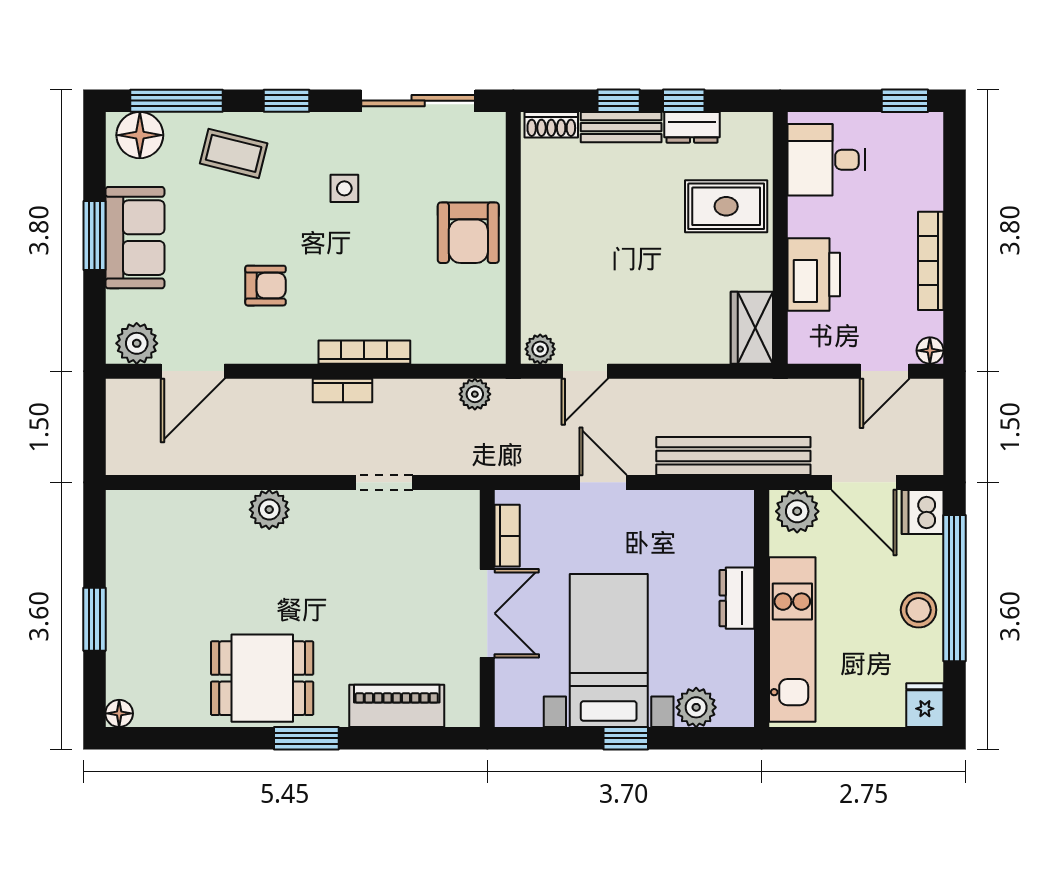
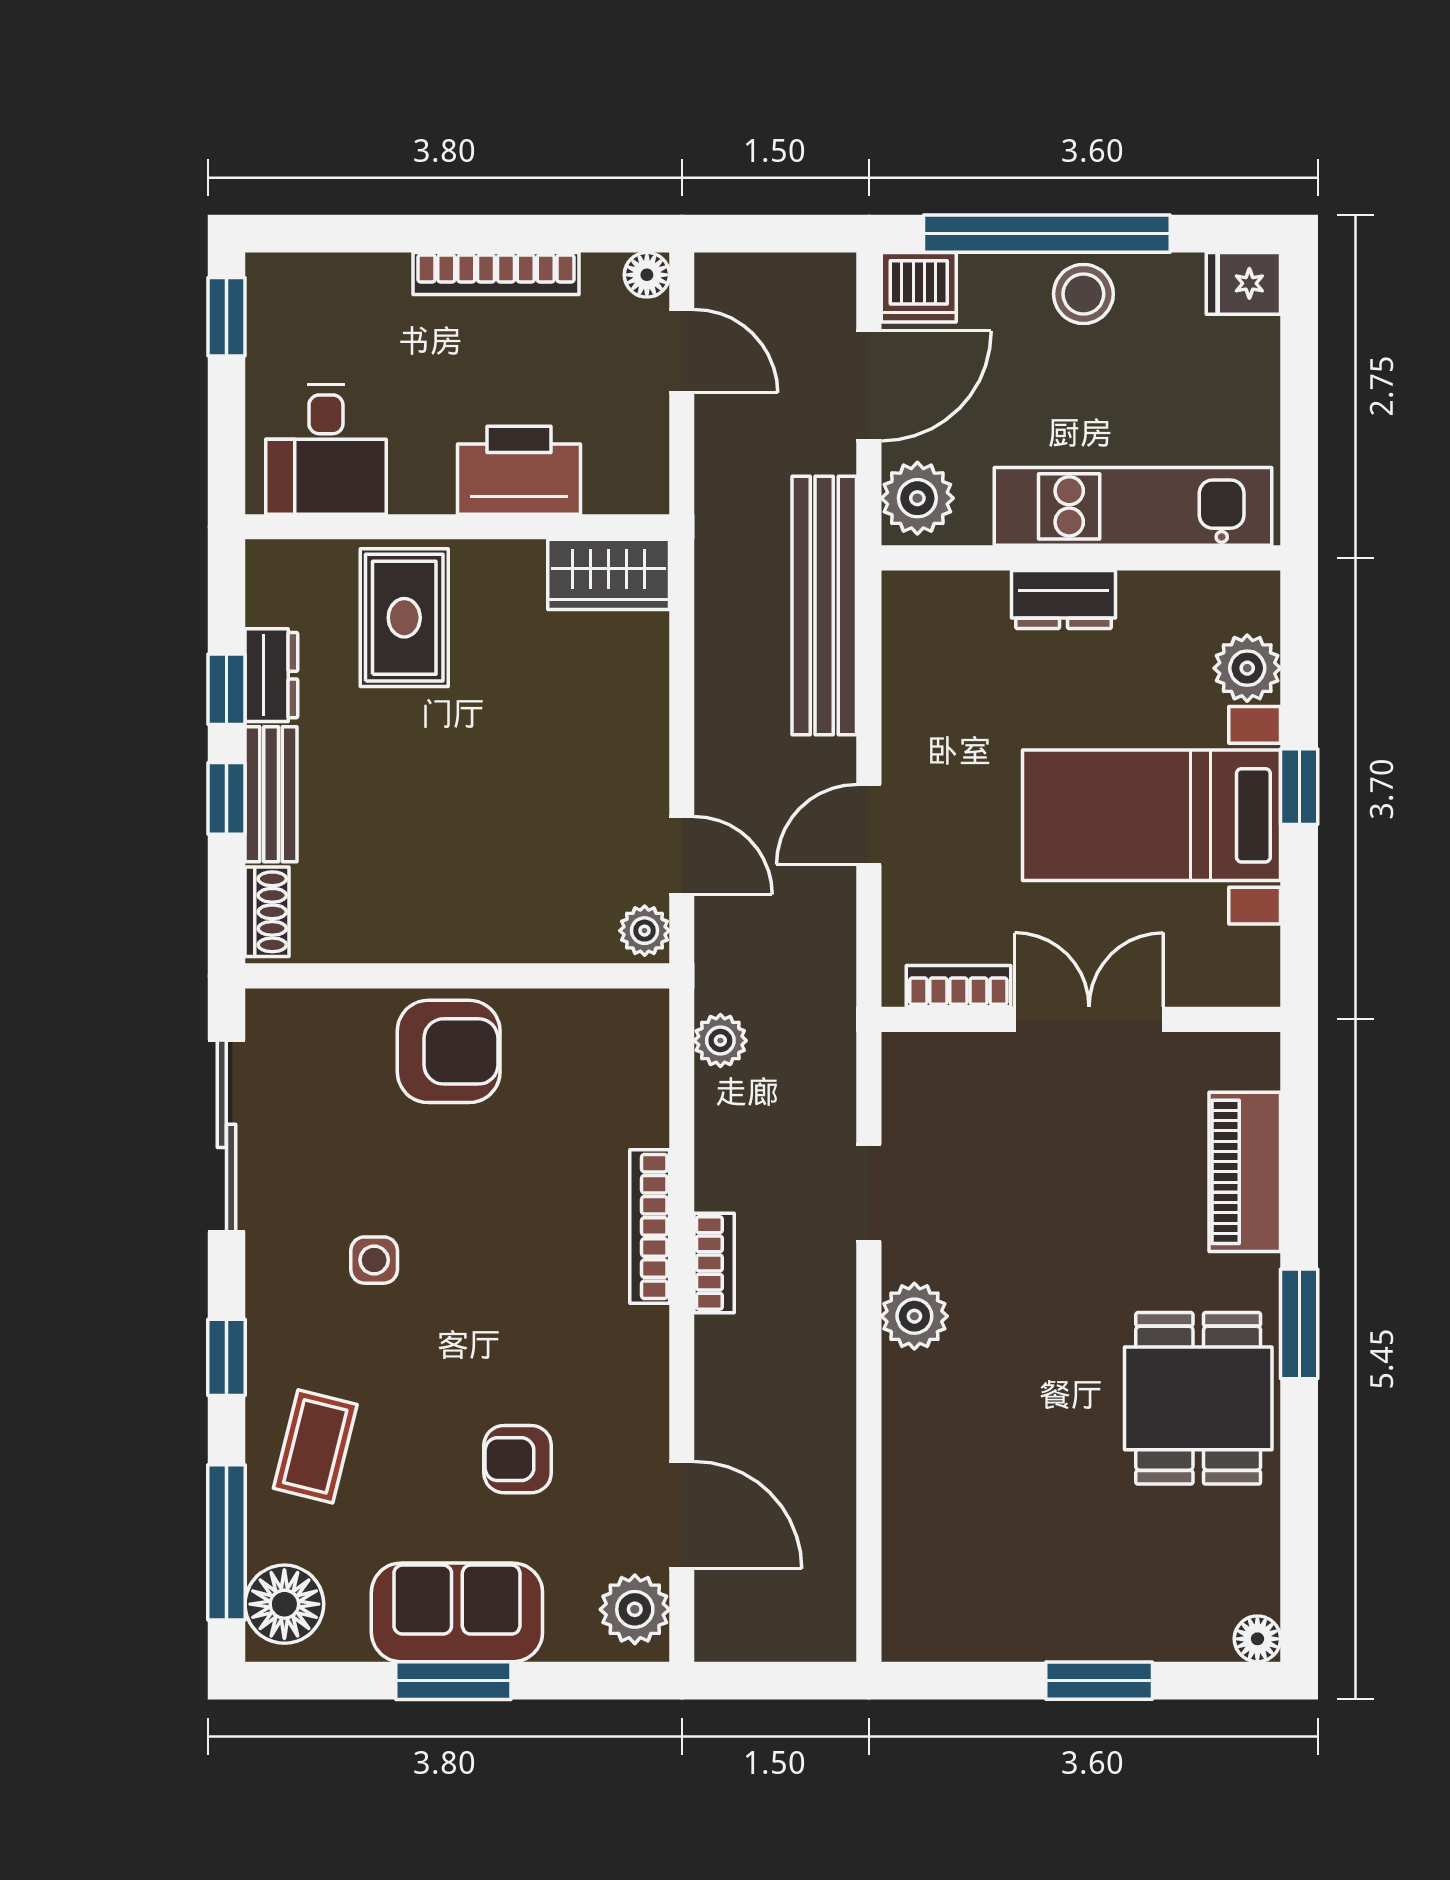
armchair: (266, 286) -> (518, 1459), moved, turned -90
plant: (269, 510) -> (914, 1316), moved

